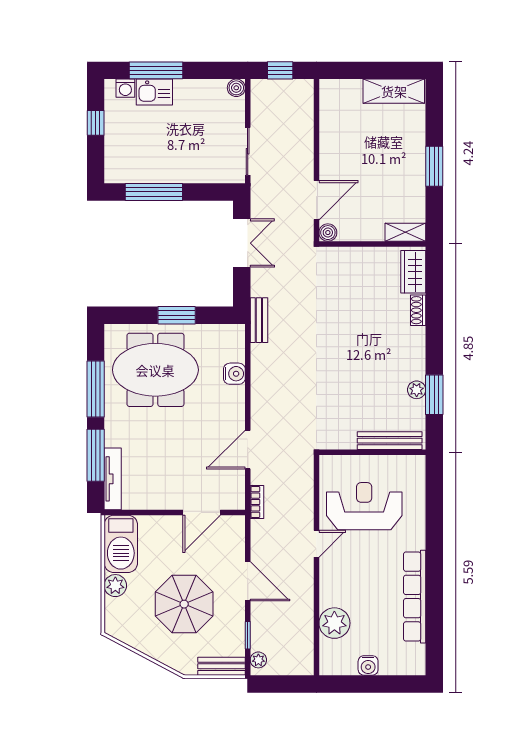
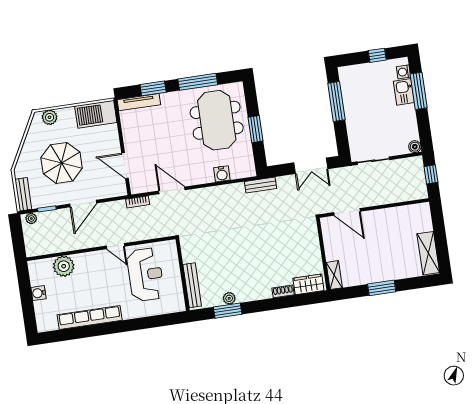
boiler: (328, 233) -> (326, 223), removed
window: (96, 455) -> (153, 88), width x0.69
plant: (115, 586) -> (50, 117), moved

